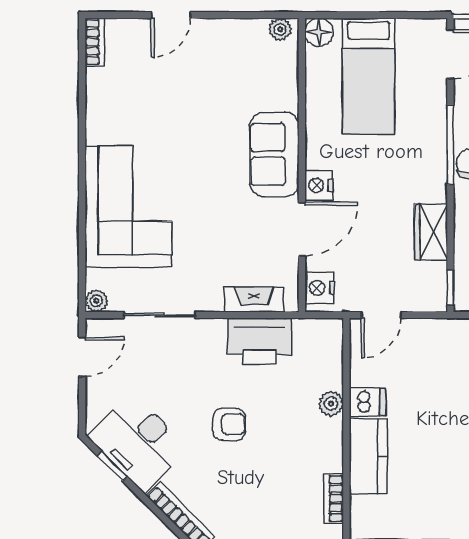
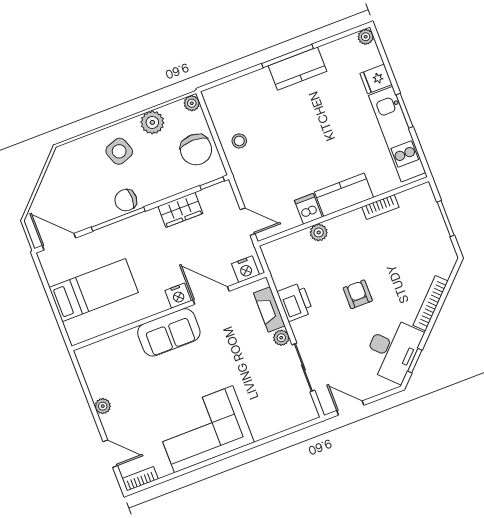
door: (171, 15) -> (110, 454), moved
plant: (280, 29) -> (103, 406), moved
floor lamp: (319, 32) -> (77, 334), removed
corner sofa: (128, 206) -> (204, 429), moved
plant: (96, 301) -> (281, 338), moved
printer: (259, 341) -> (295, 302), width x0.73, depth x0.84

